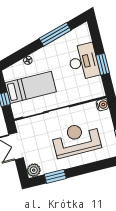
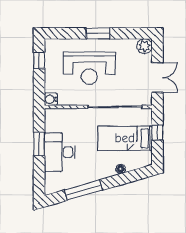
window: (55, 176) -> (98, 33), moved

